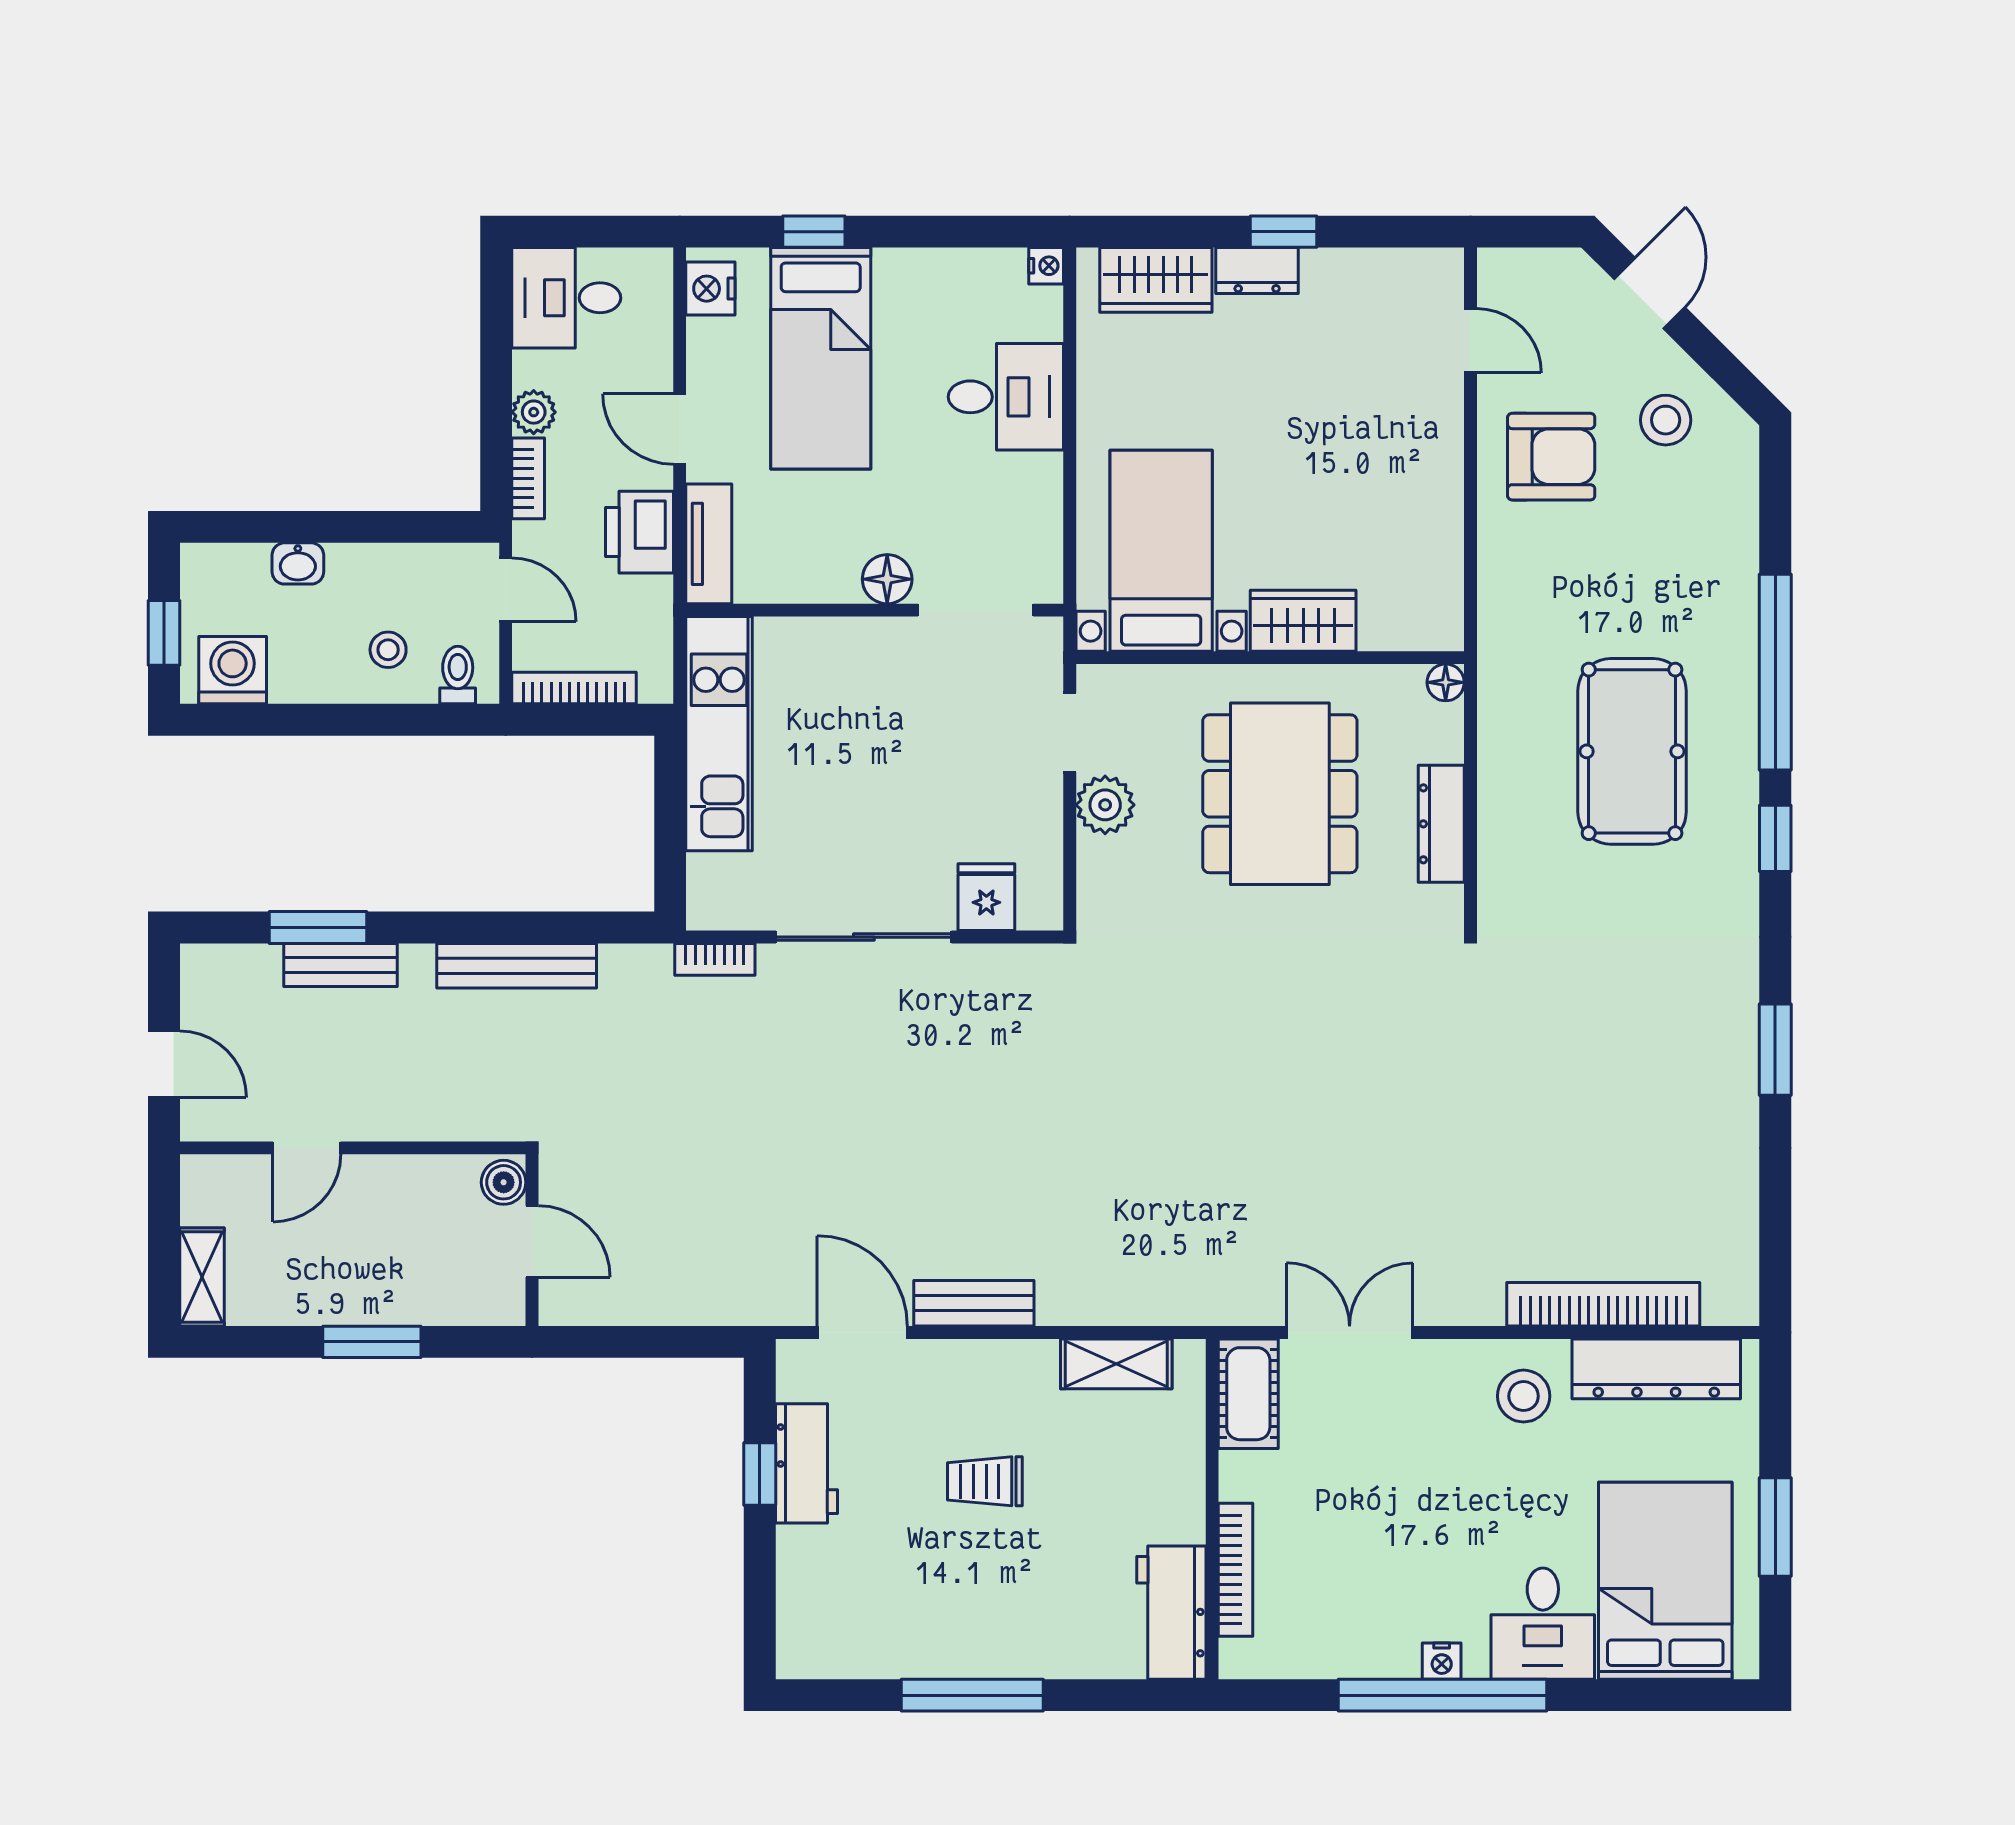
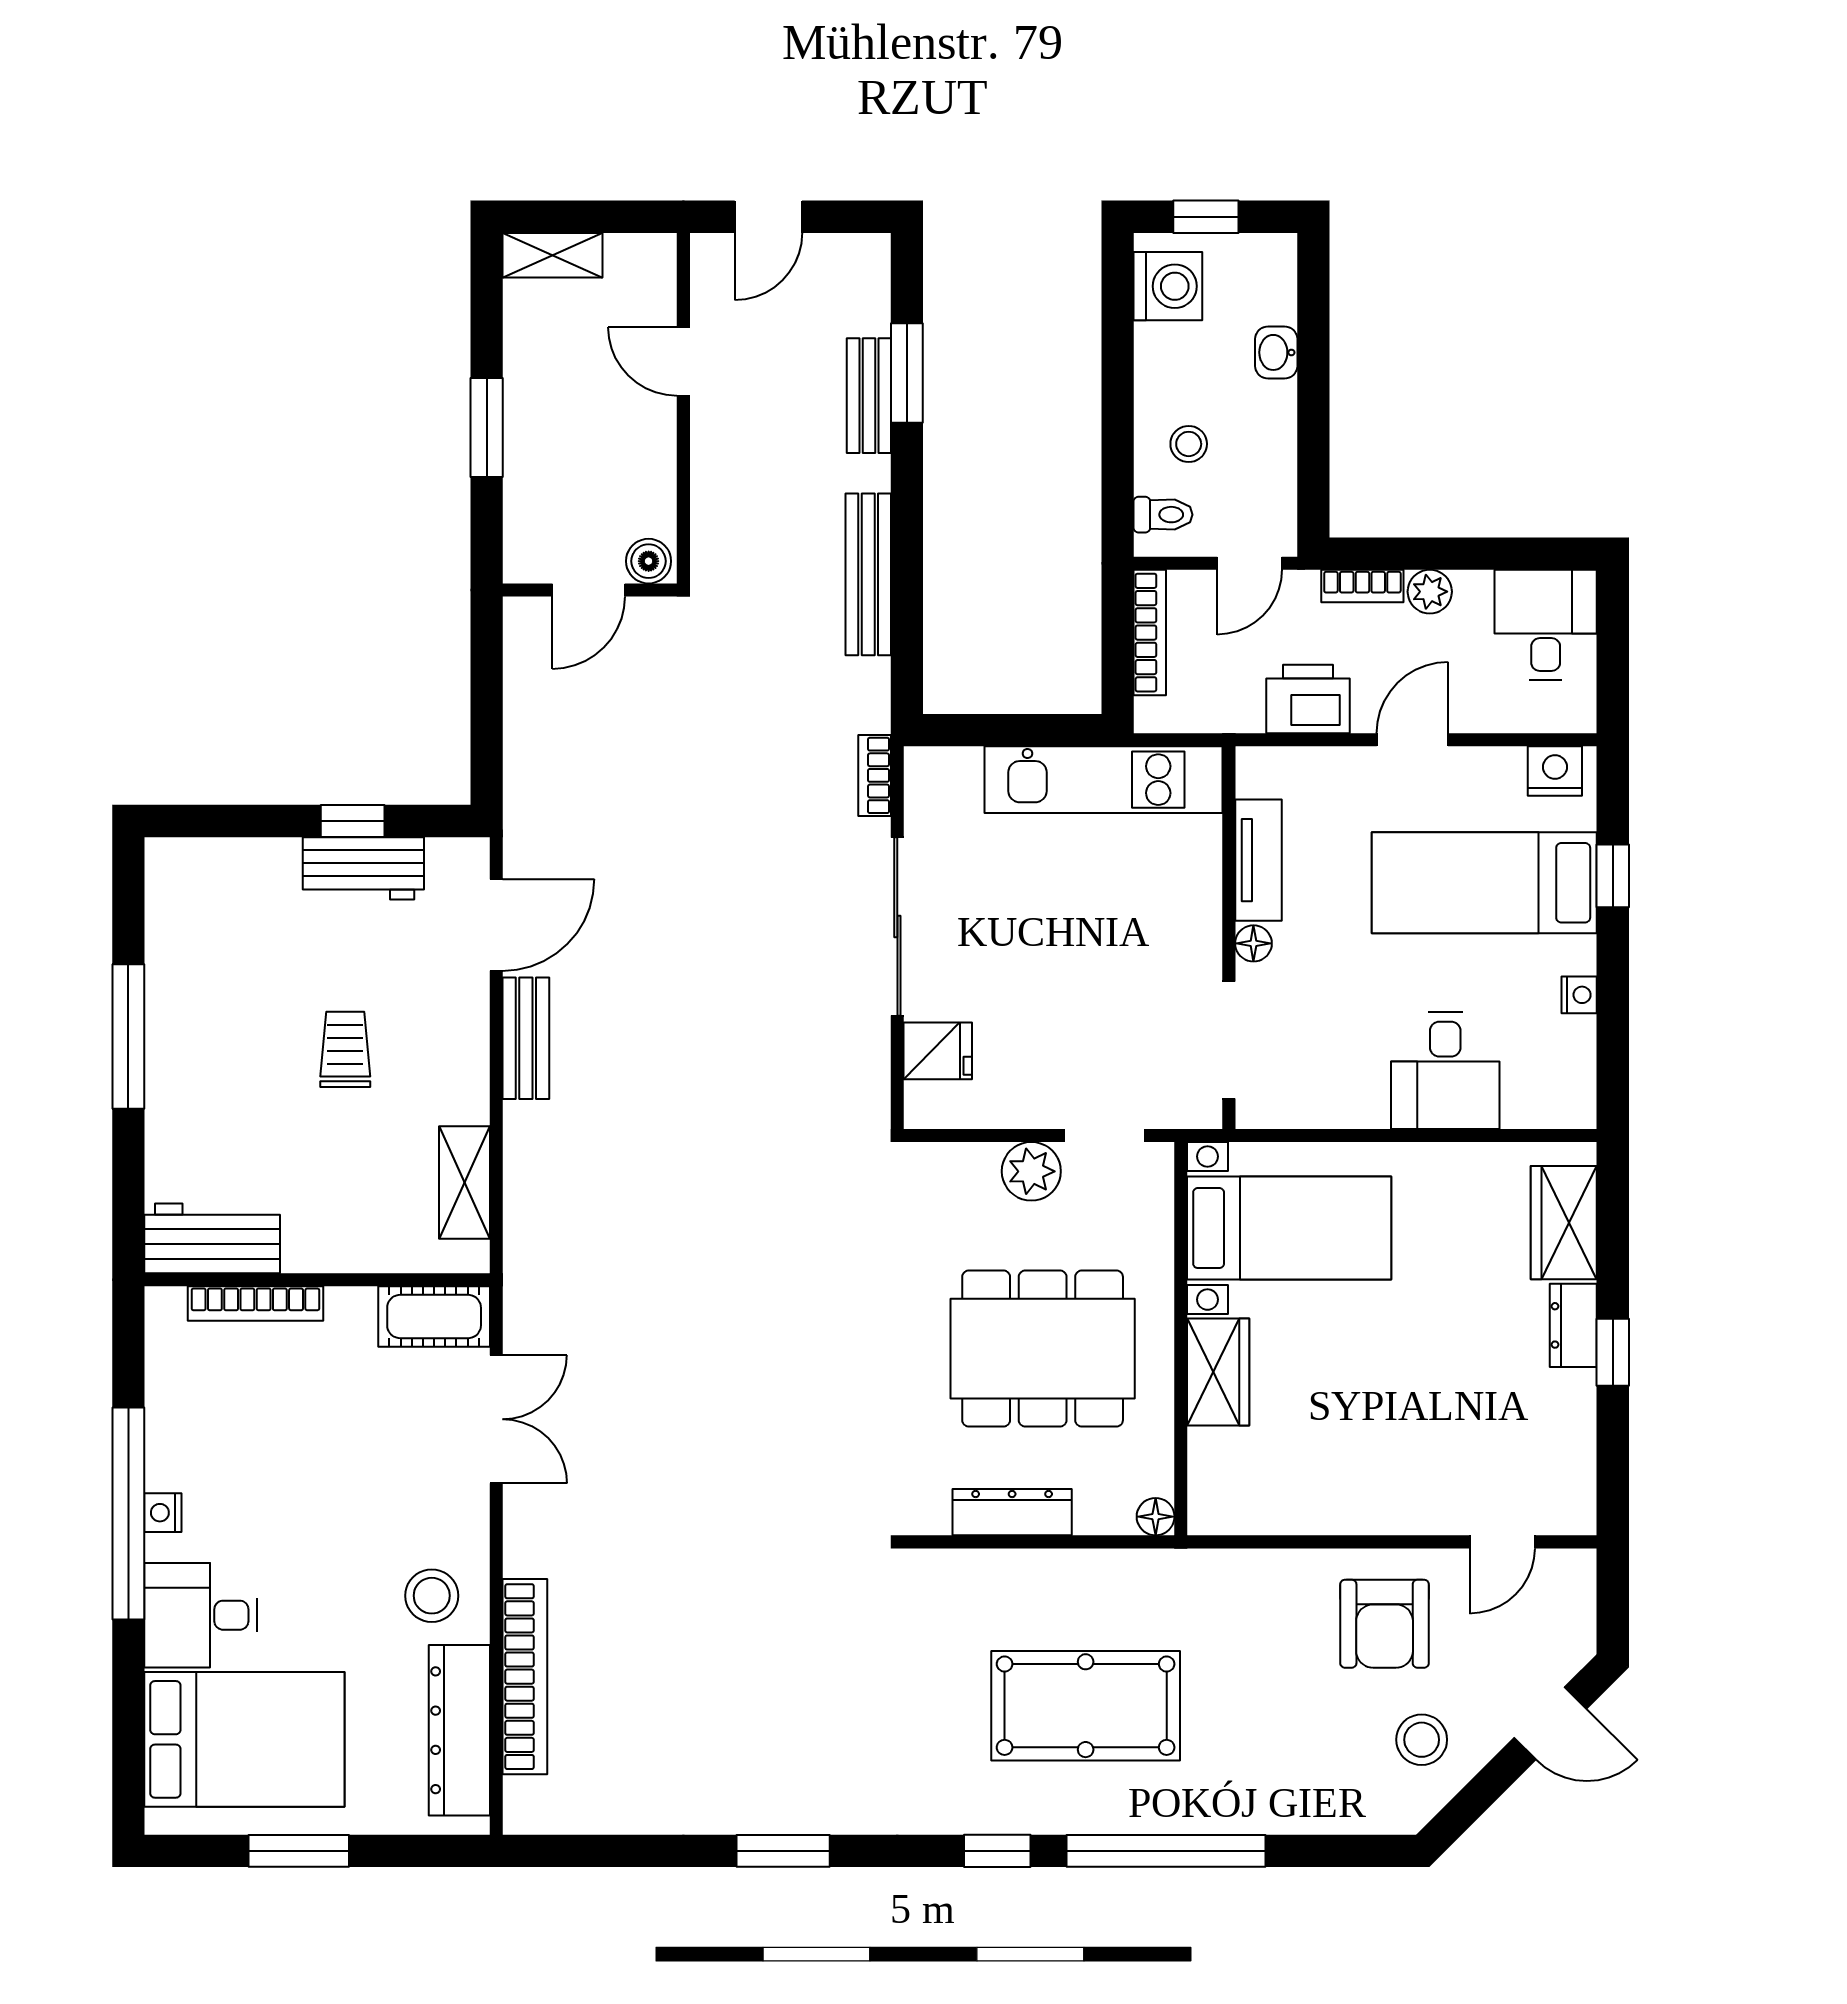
nightstand: (1046, 266) -> (1579, 995), moved, turned -90
tv unit: (709, 544) -> (1258, 860), moved, turned -90
floor lamp: (887, 579) -> (1253, 943), width x0.73, depth x0.73

